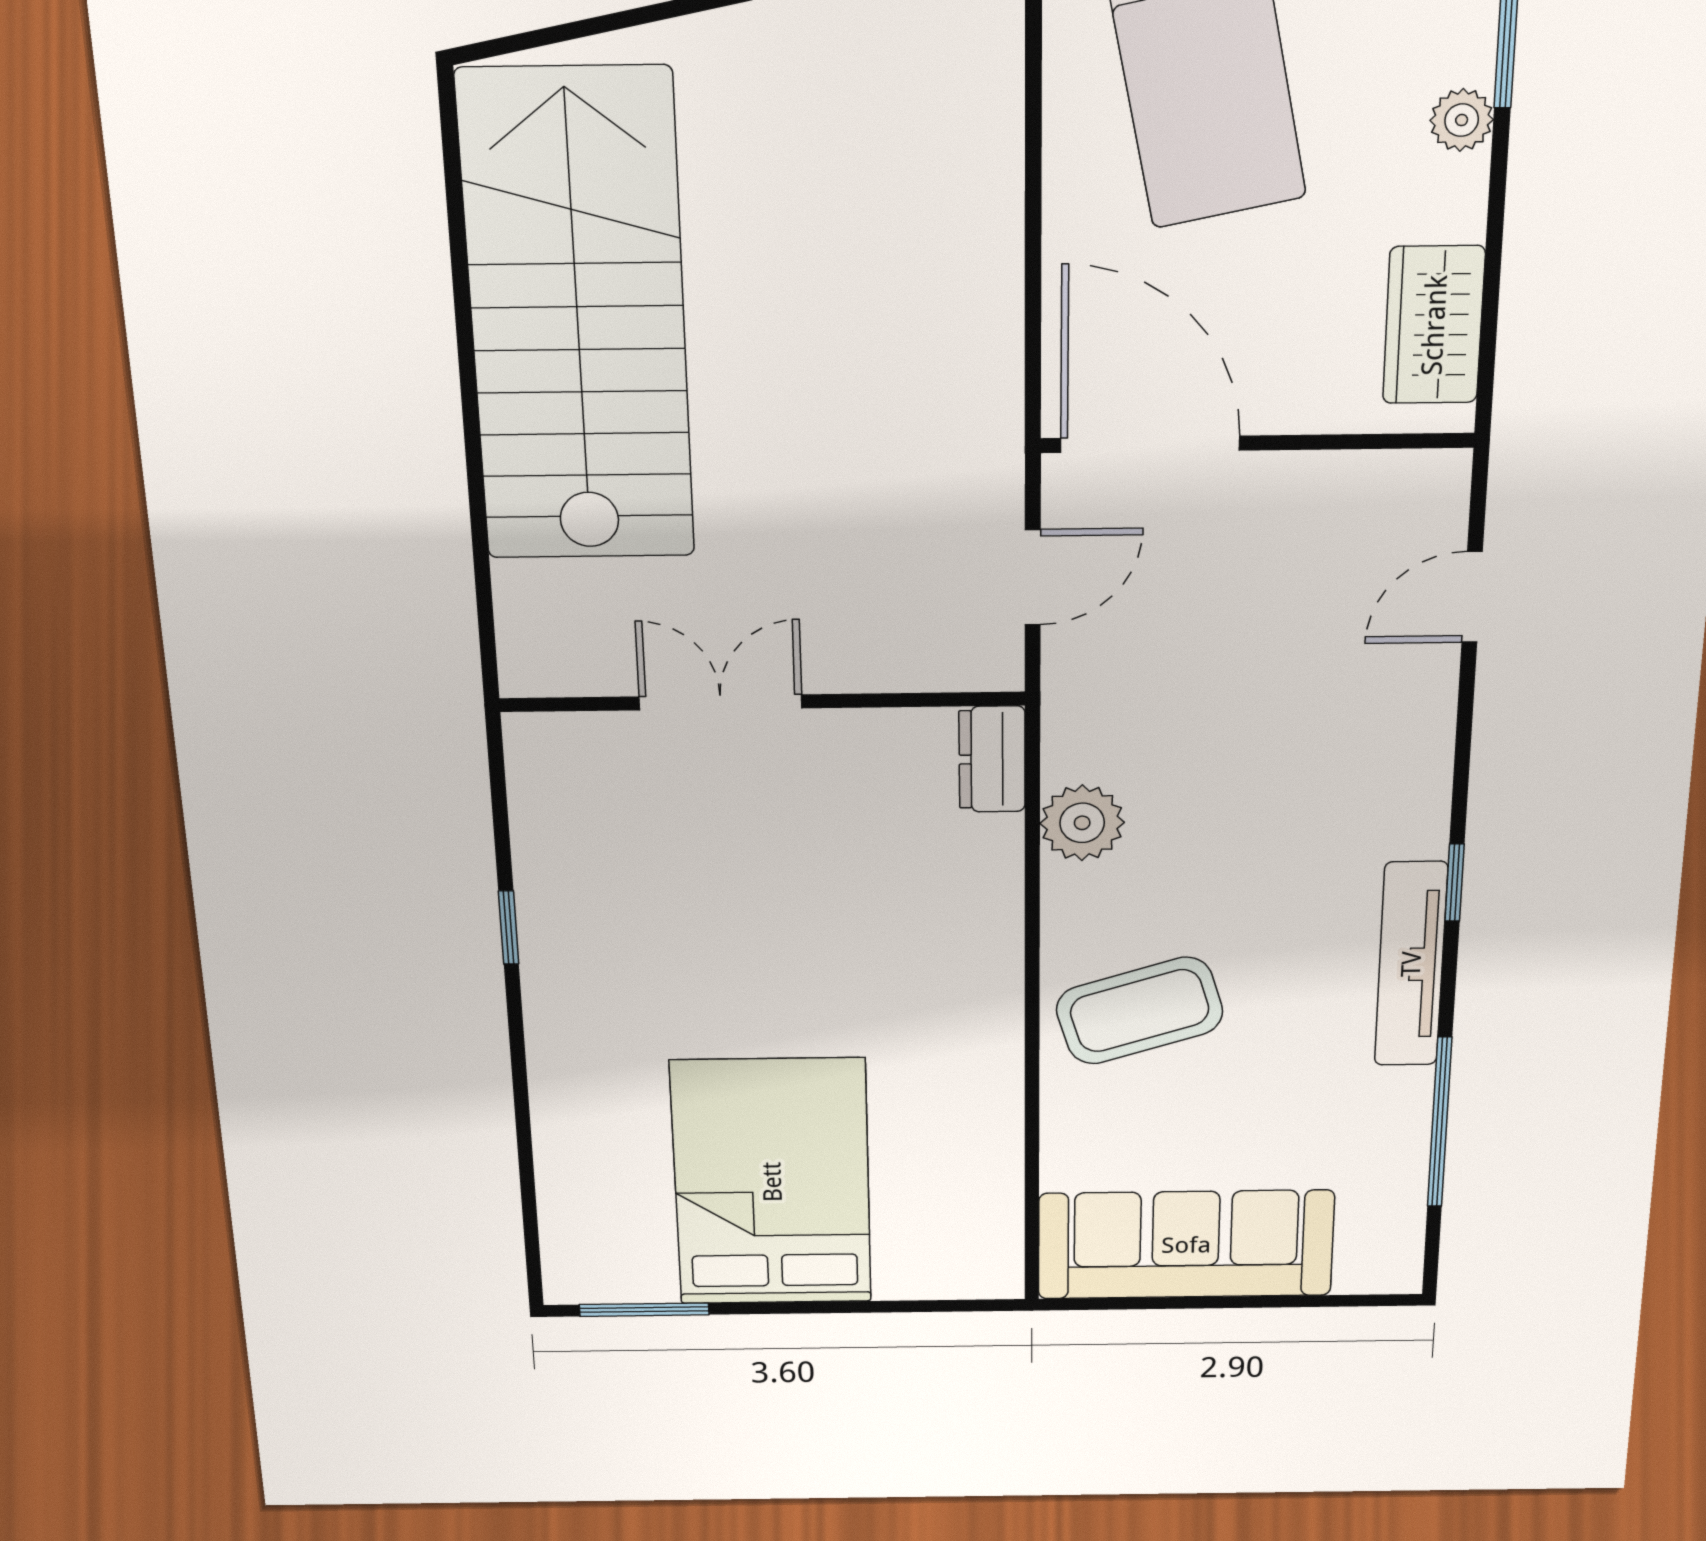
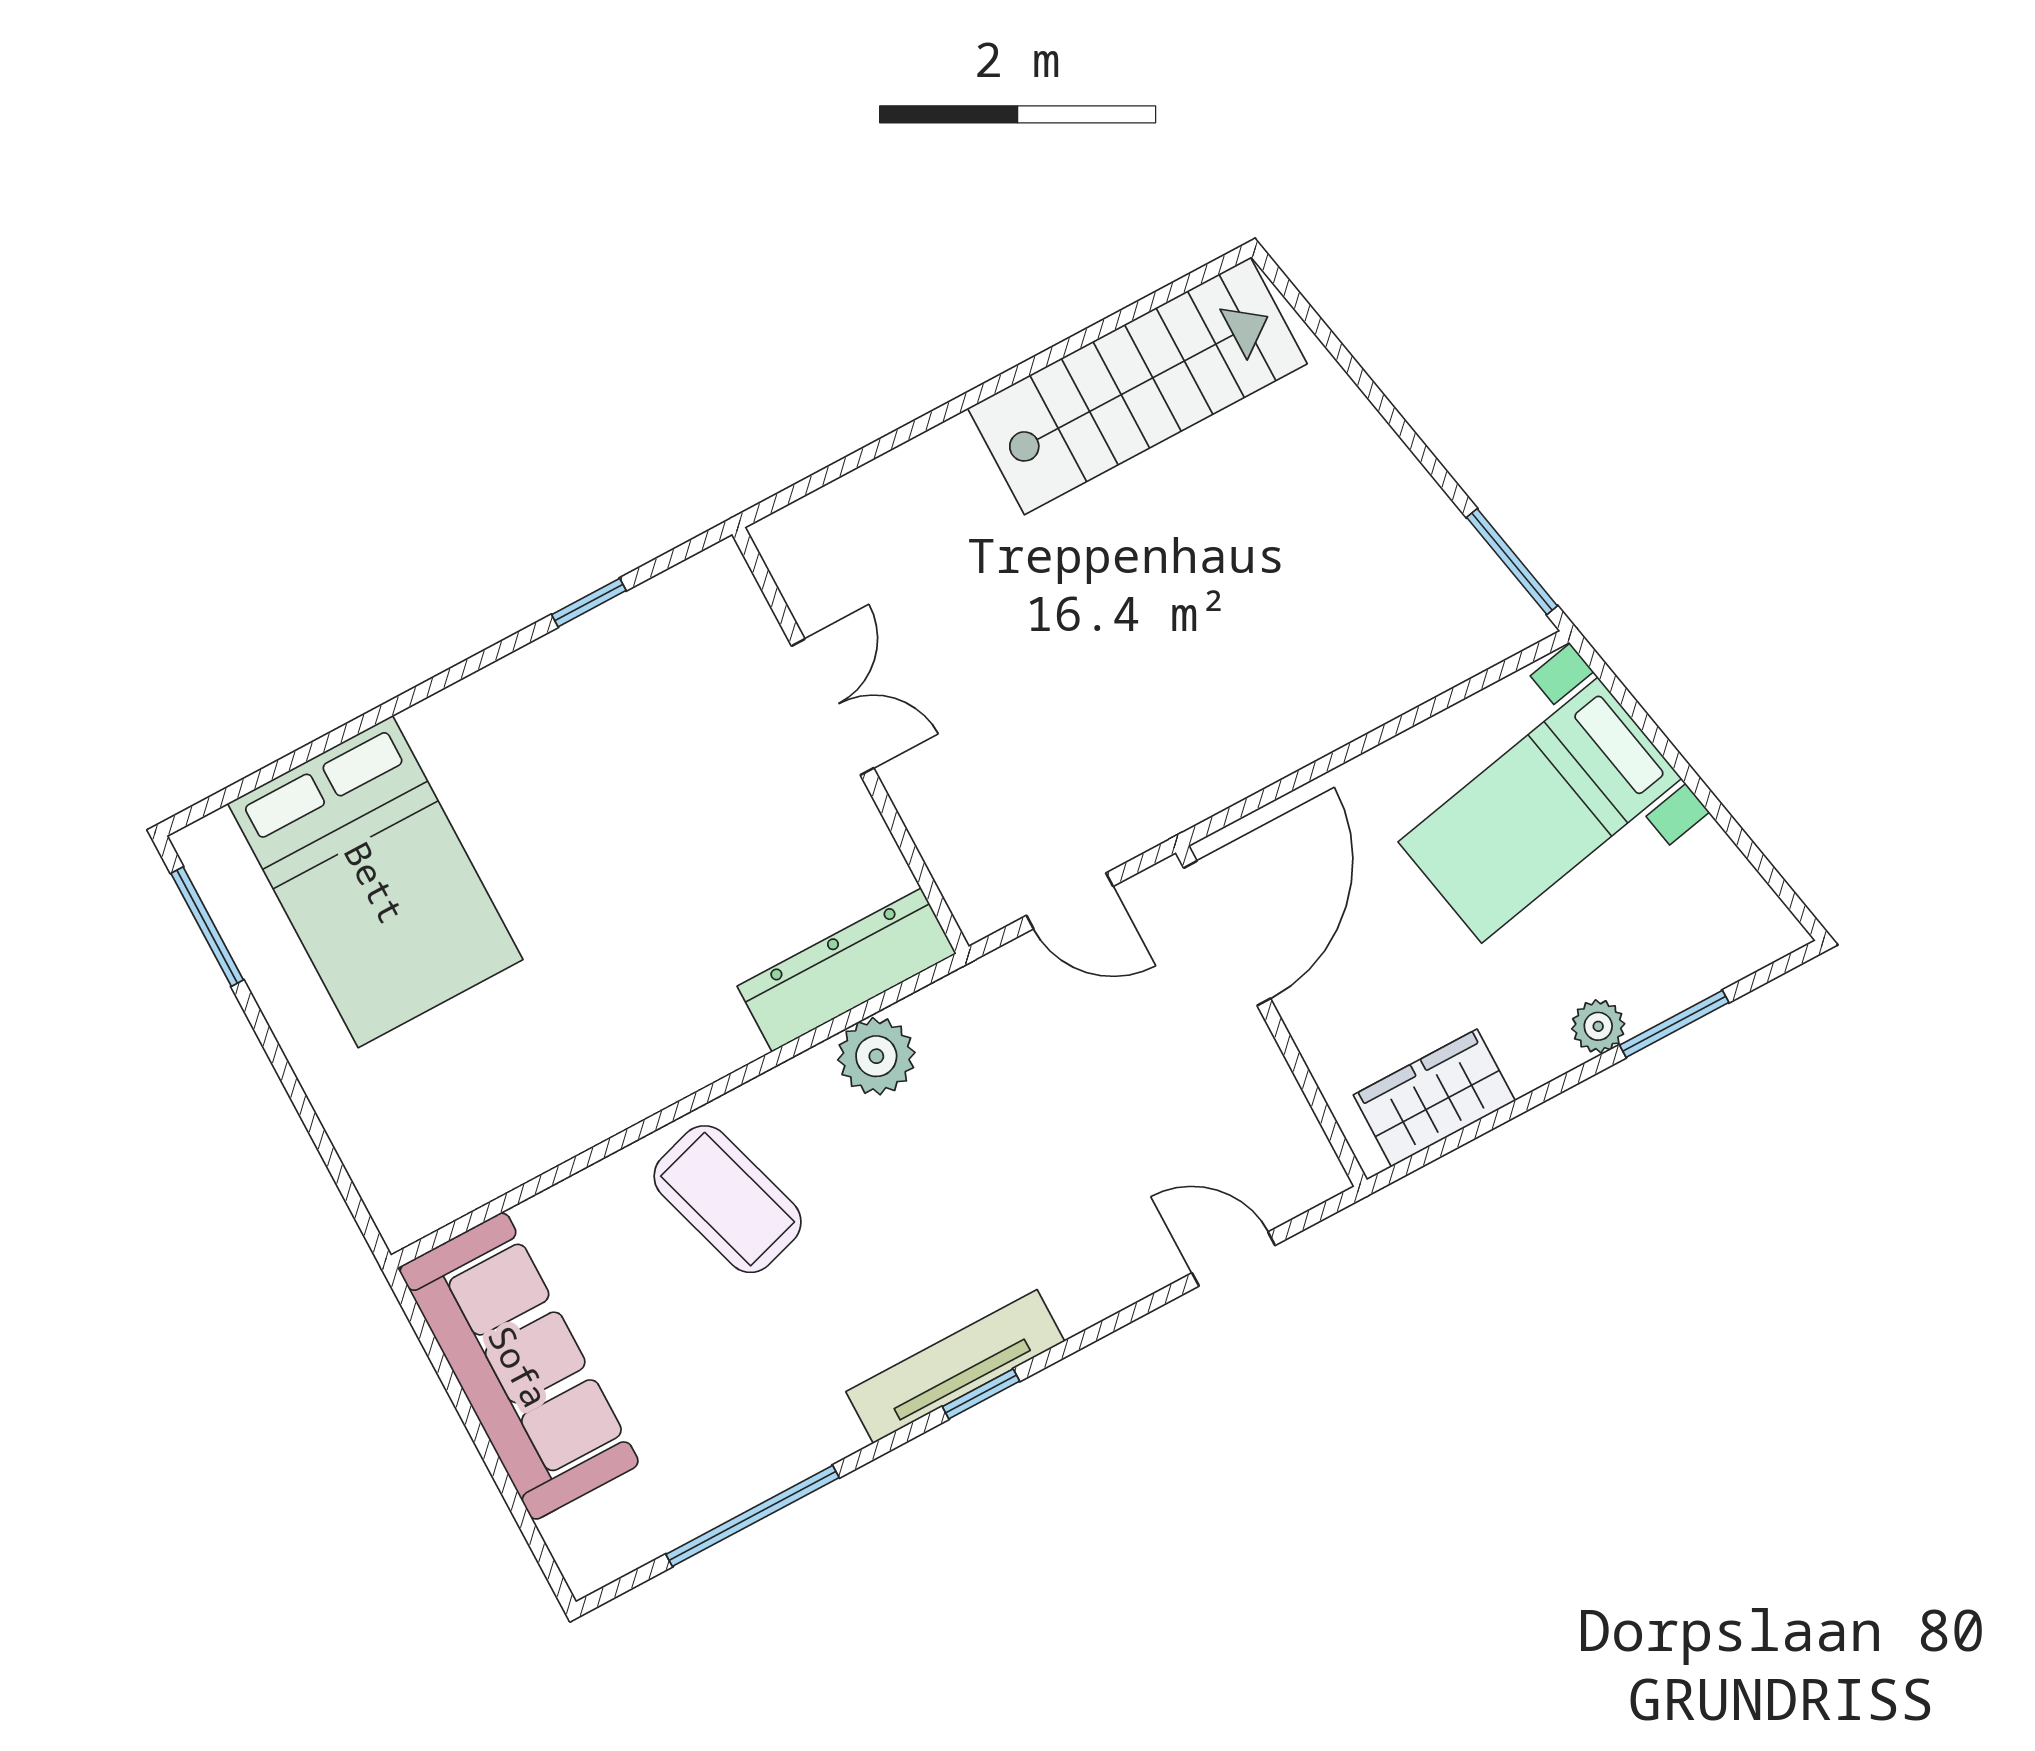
stairs: (578, 319) -> (1137, 386), width x0.73, depth x0.66
dresser: (992, 759) -> (847, 970), width x1.96, depth x1.24
window: (509, 928) -> (589, 603), moved
tv unit: (1411, 964) -> (955, 1367), moved
bed: (772, 1182) -> (375, 882), moved, turned 90

